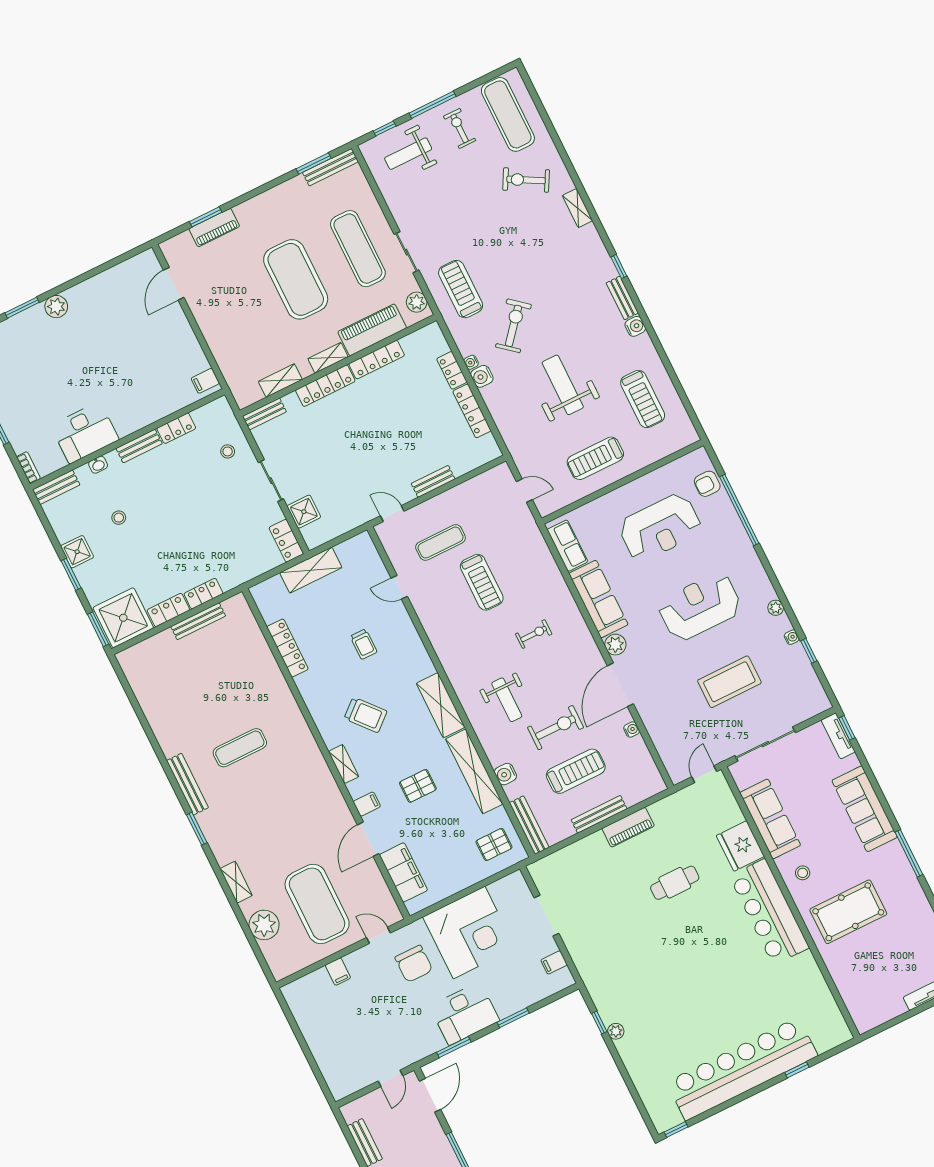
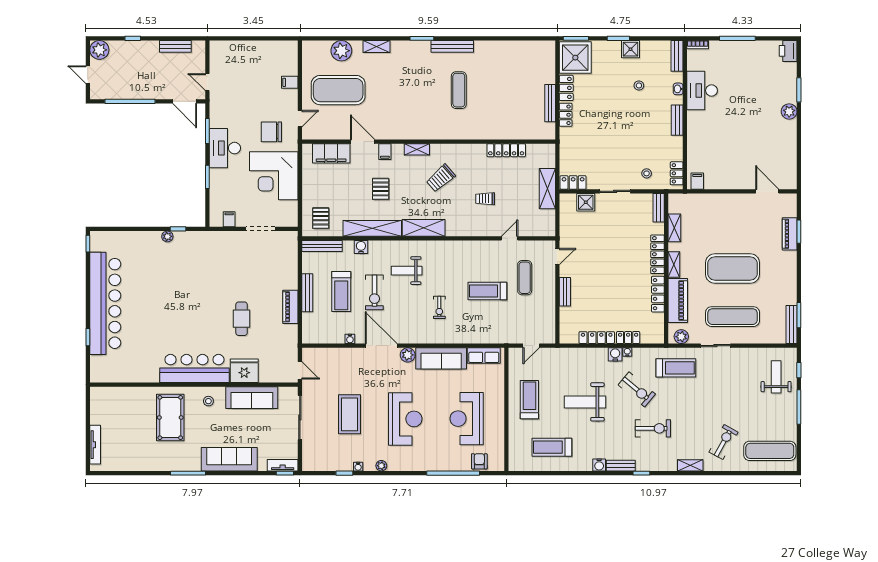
exercise bike: (460, 128) -> (653, 428), moved, width x1.38, depth x1.39
weight bench: (563, 385) -> (585, 402), turned 180
locker: (176, 428) -> (677, 173), moved

